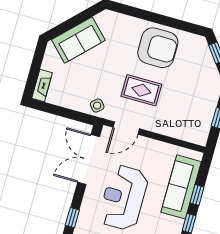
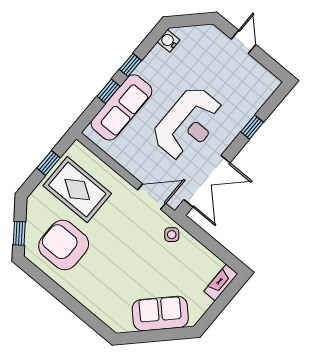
armchair: (158, 48) -> (64, 245), moved
rug: (141, 90) -> (77, 190), moved, width x1.36, depth x1.43

